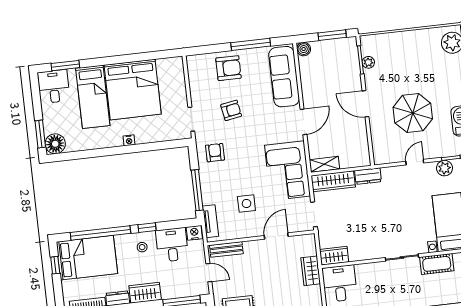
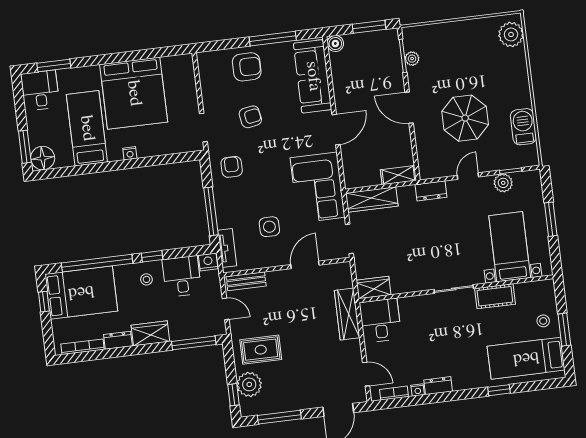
bed: (93, 97) -> (87, 128), moved, turned 180
shelving: (324, 164) -> (398, 175), moved
dresser: (368, 176) -> (431, 191), moved
wardrobe: (311, 271) -> (347, 314), width x1.50

